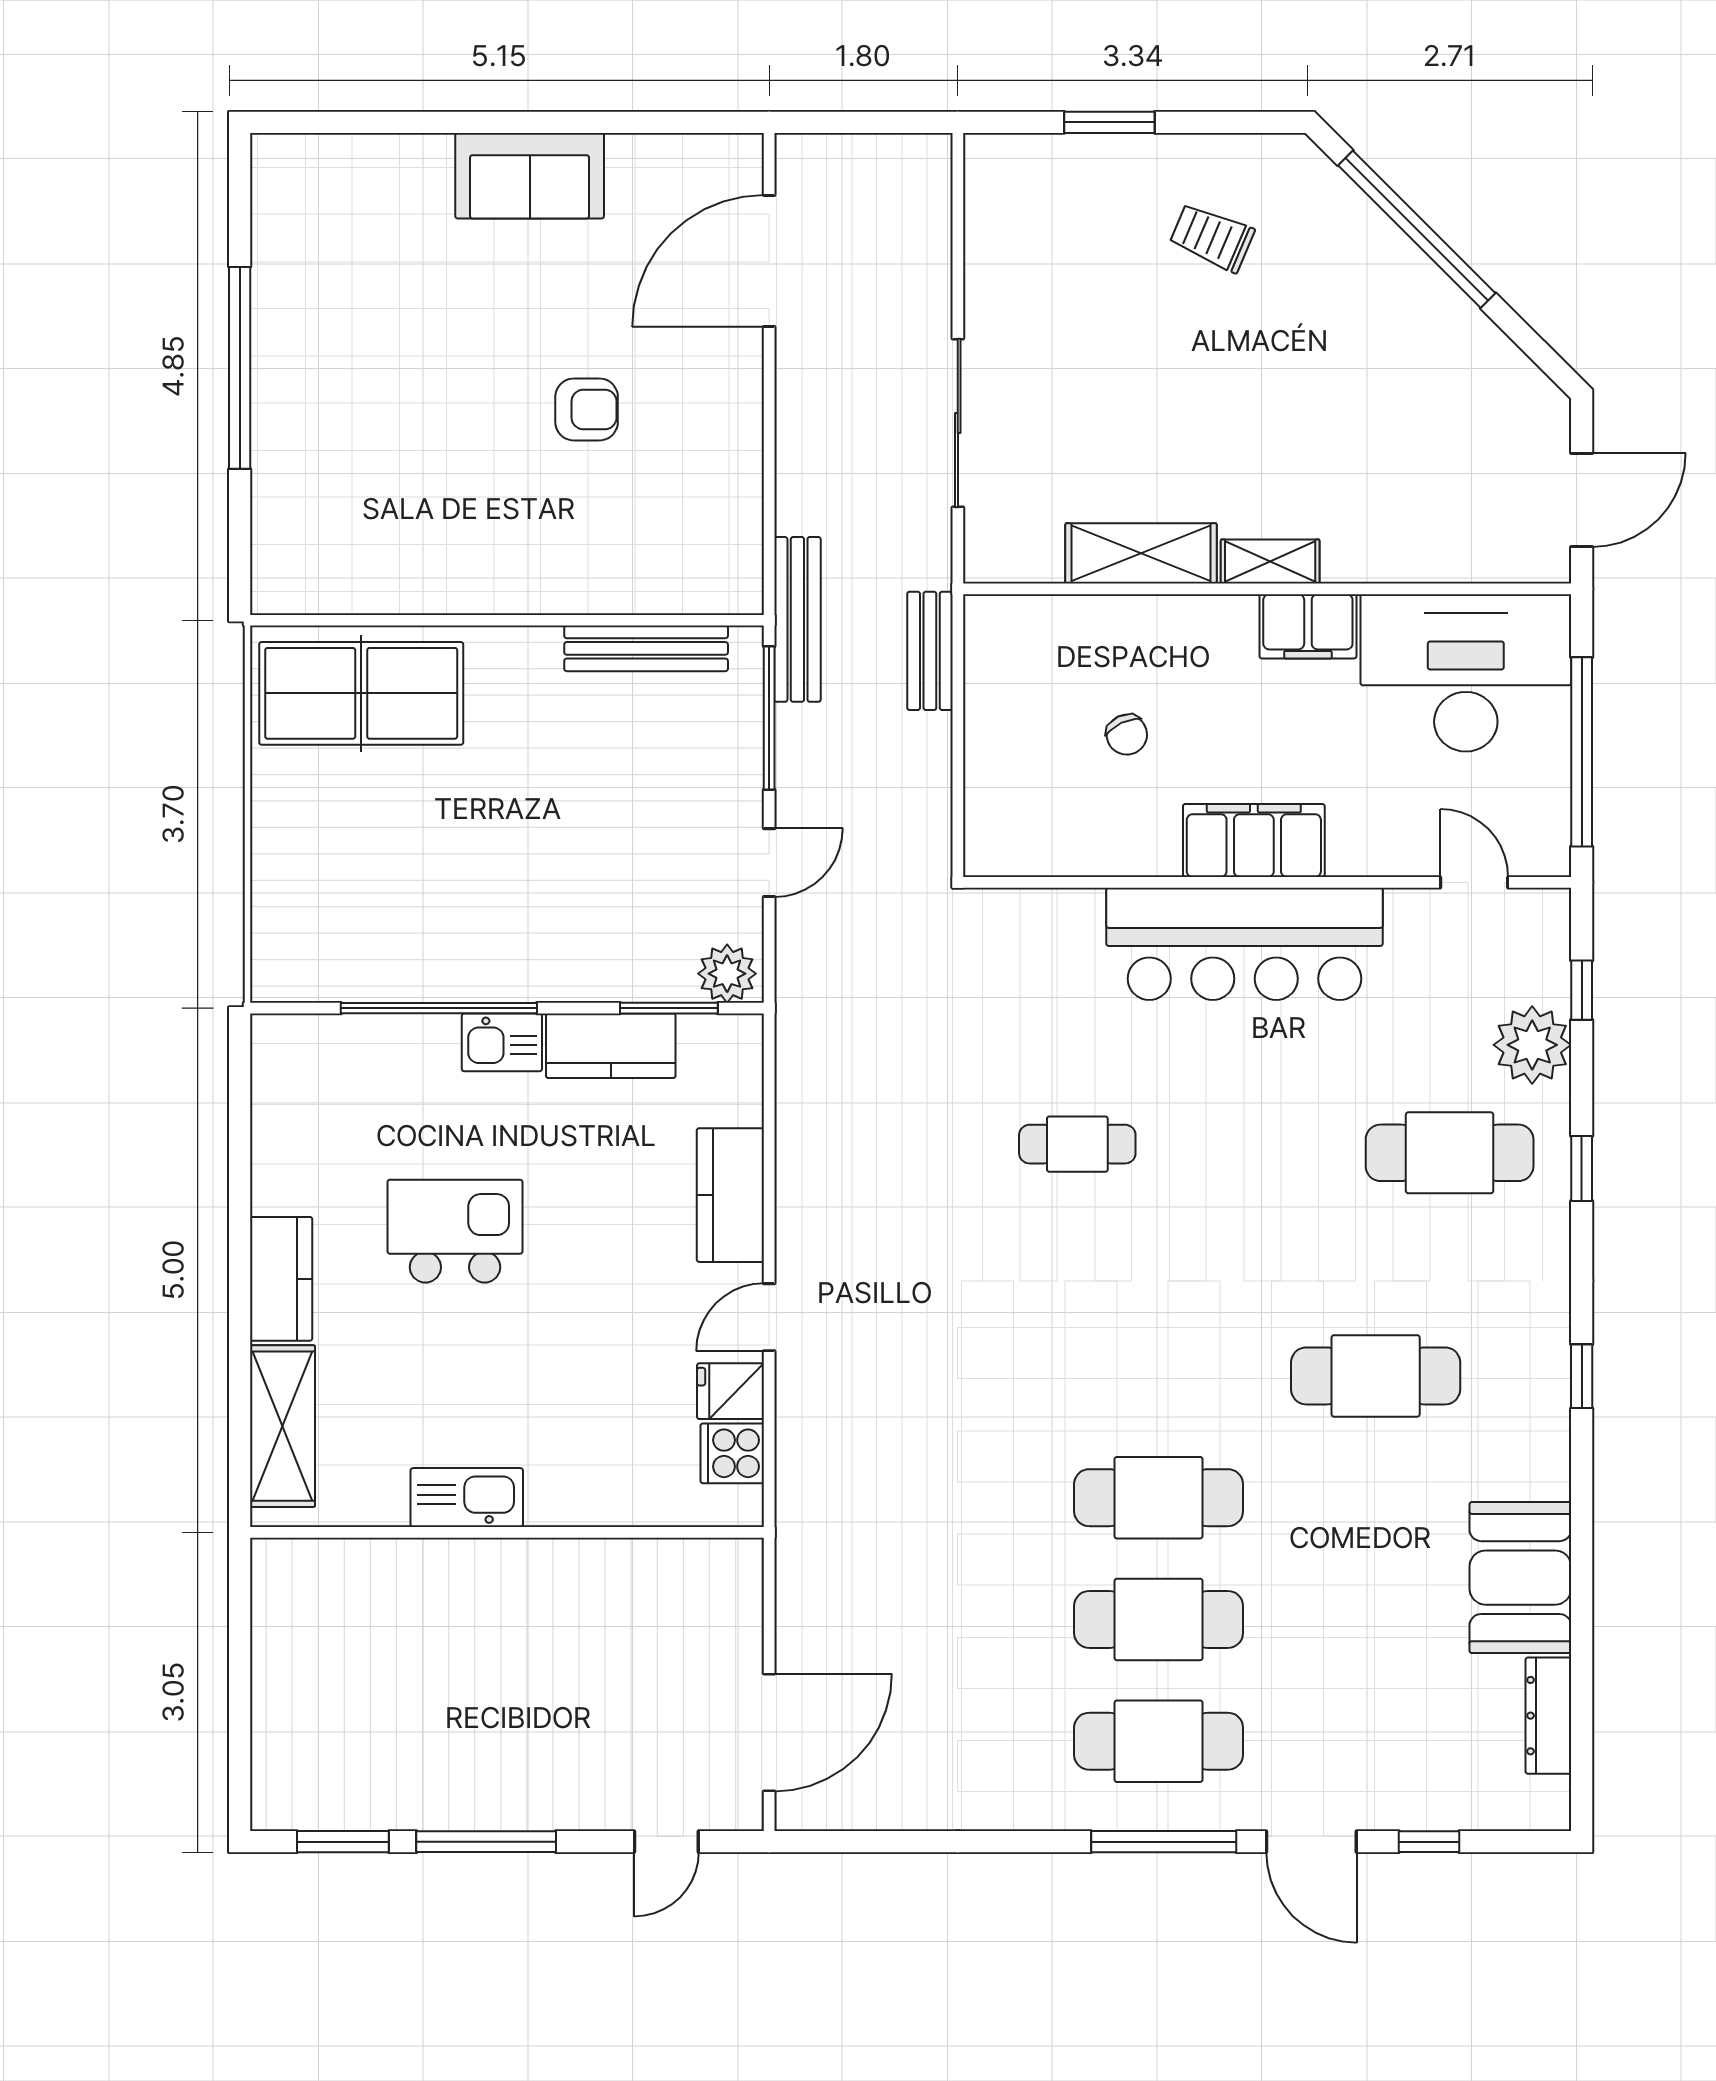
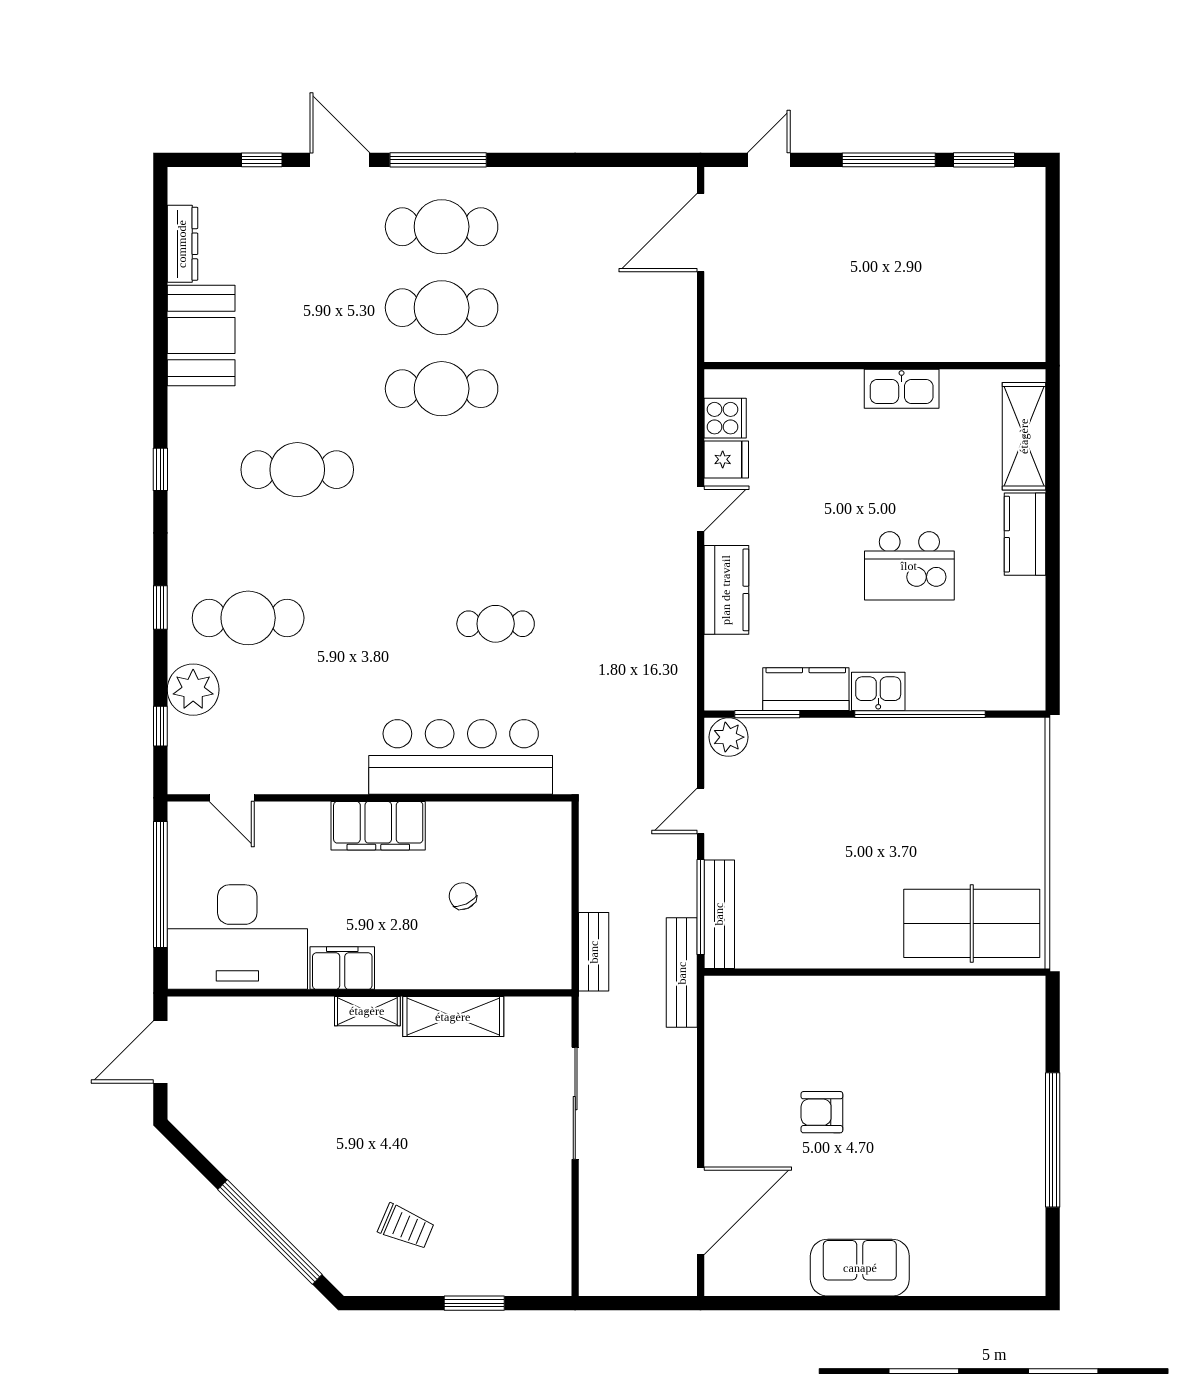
bench: (646, 648) -> (719, 914), moved, turned 90
bar counter: (1245, 944) -> (461, 757), moved

